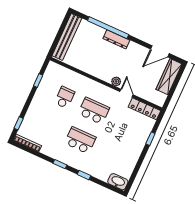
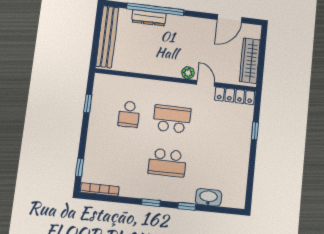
dresser: (116, 39) -> (149, 18), moved
wardrobe: (169, 77) -> (250, 61), moved
school desk: (65, 97) -> (129, 114), turned 180
school desk: (80, 140) -> (167, 163), turned 180
washbasin: (118, 182) -> (208, 197), moved

